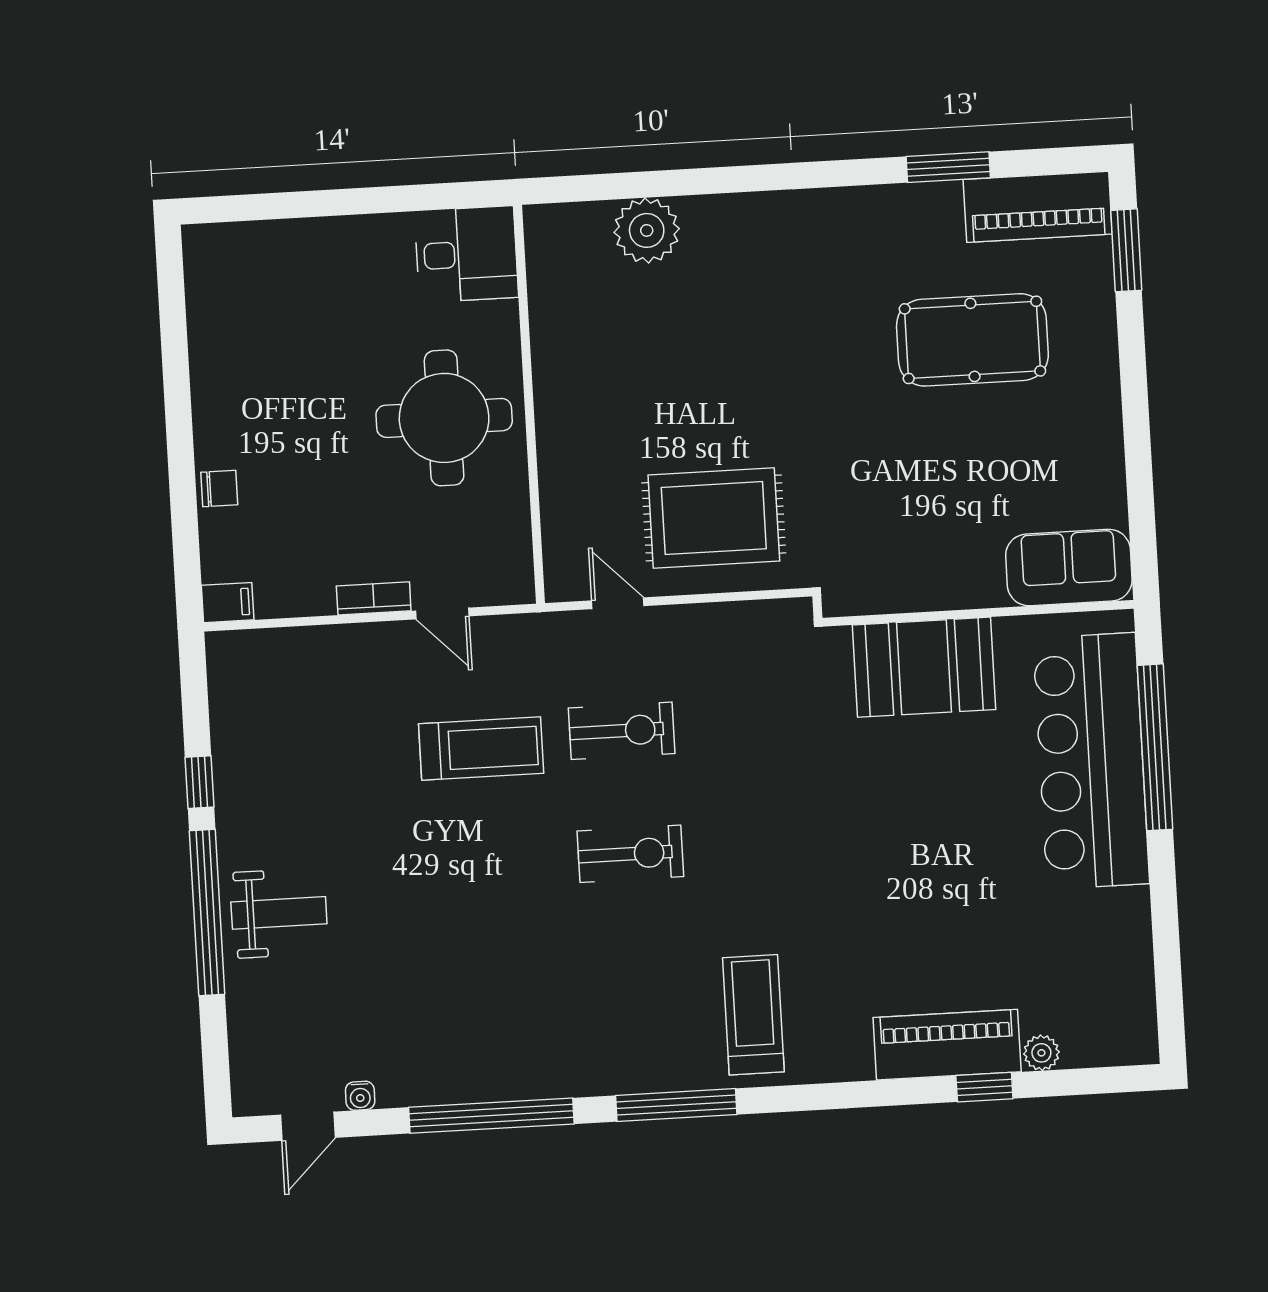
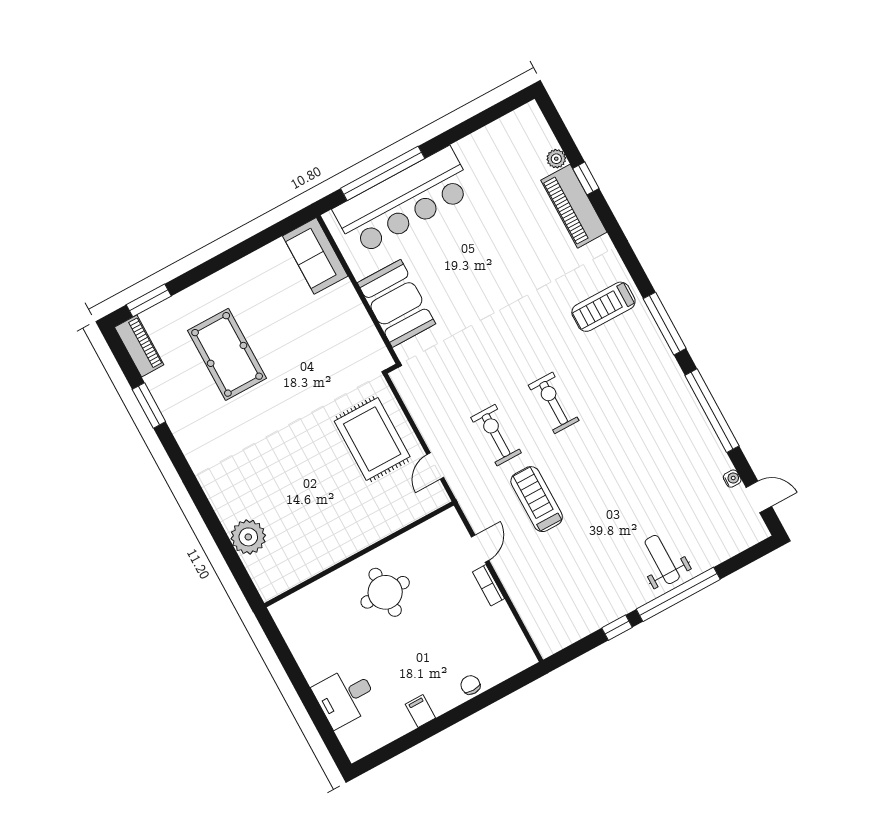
piano: (1038, 207) -> (139, 346), width x0.73, depth x0.75
desk: (466, 254) -> (345, 697), moved, turned -90
round table: (444, 418) -> (385, 592), width x0.73, depth x0.73
filing cabinet: (228, 603) -> (420, 711), moved

